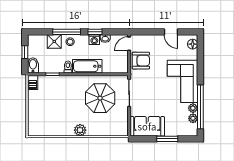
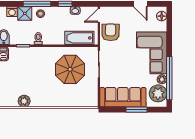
washing machine: (94, 40) -> (12, 12), moved
armchair: (141, 61) -> (110, 32), turned -89
bathtub: (87, 66) -> (79, 38), moved
plant: (193, 118) -> (158, 93), width x1.88, depth x1.88
sofa: (147, 126) -> (123, 97), width x1.36
plant: (80, 130) -> (24, 101), moved

